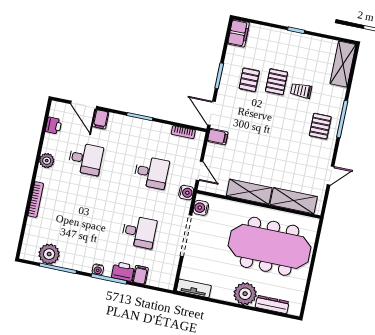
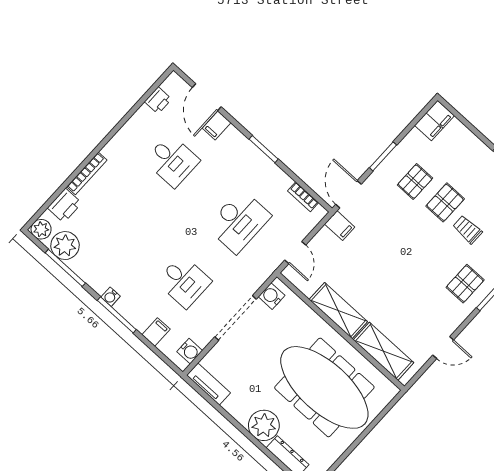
plant: (47, 161) -> (41, 229), moved
desk: (151, 172) -> (239, 221), width x1.37
water cooler: (186, 193) -> (190, 351), moved
printer: (123, 271) -> (65, 205), moved, turned 90

